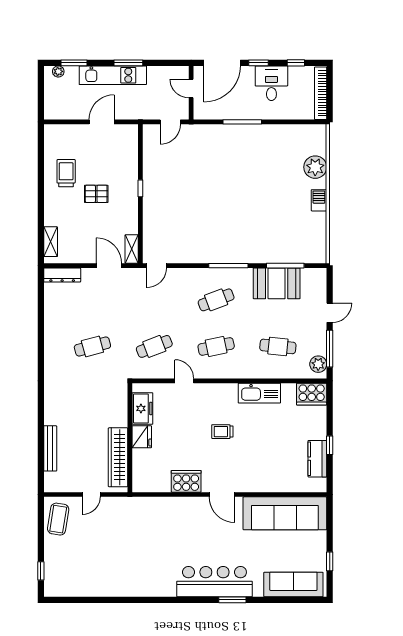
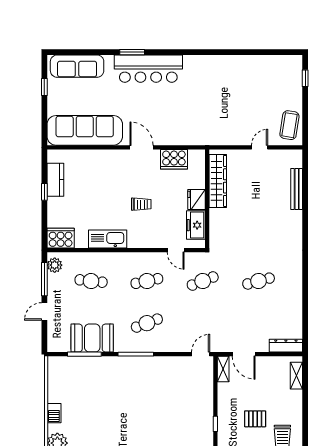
freezer: (142, 408) -> (196, 225), moved
fridge: (142, 437) -> (196, 200), moved
wall: (130, 438) -> (207, 199), moved
wardrobe: (118, 457) -> (218, 181), moved

